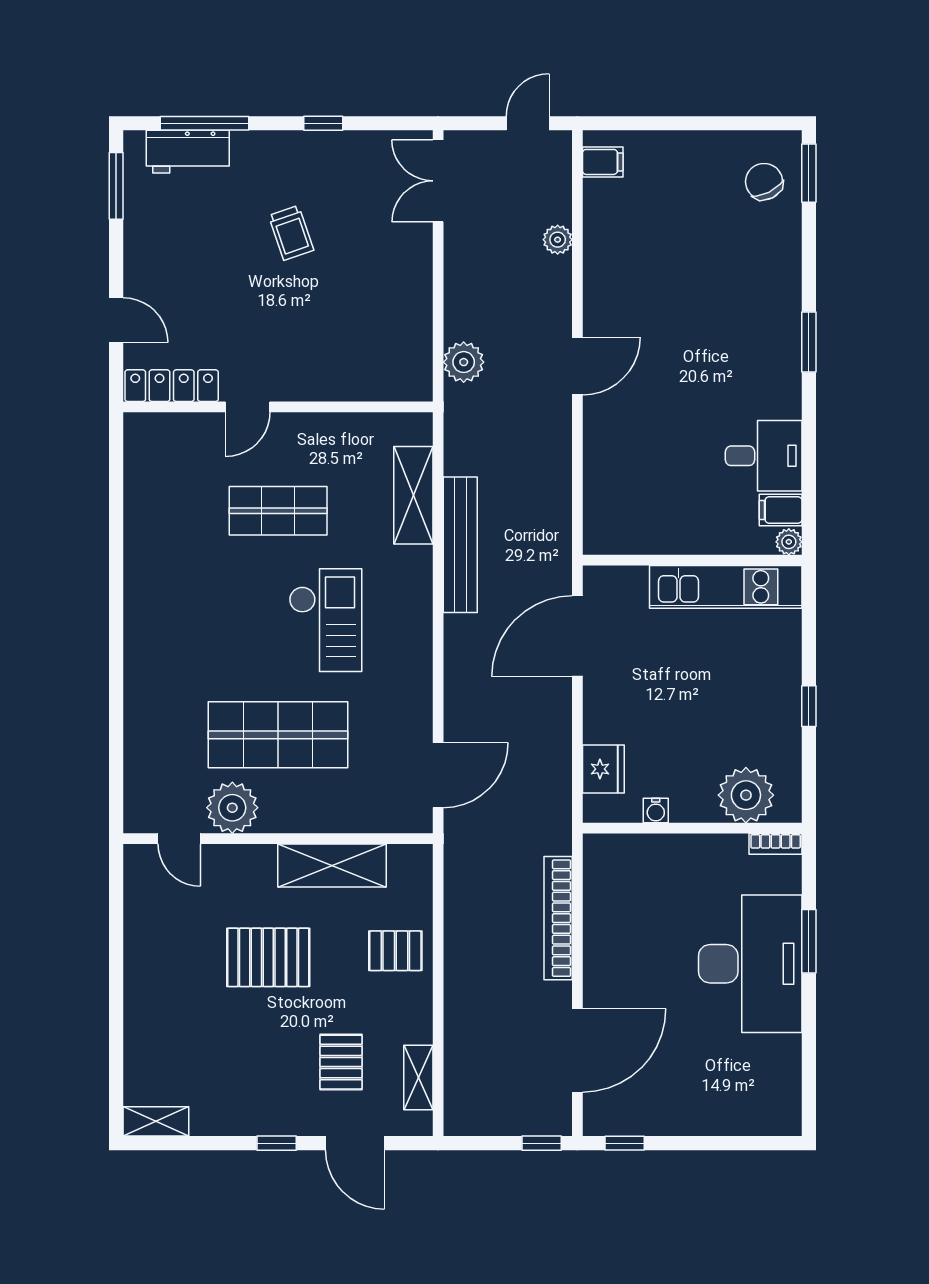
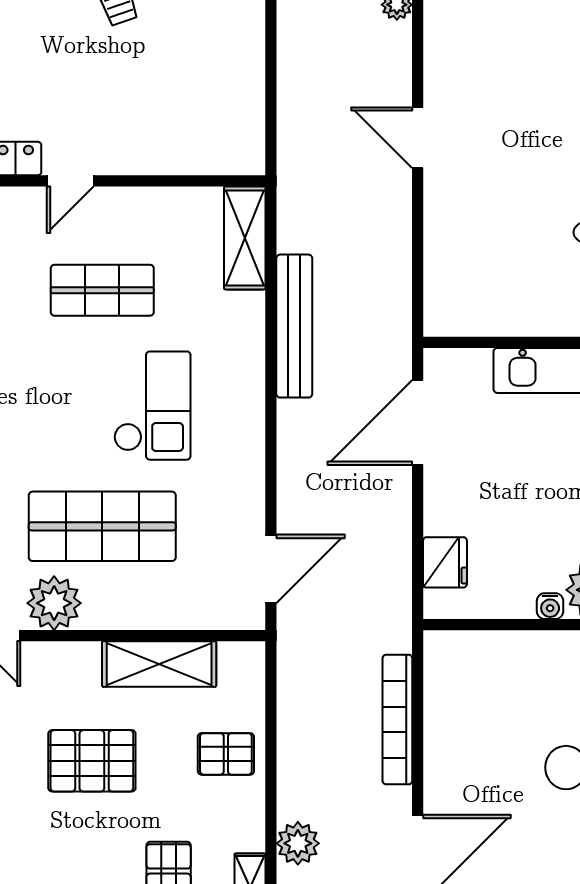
plant: (464, 362) -> (298, 843), moved
door: (577, 366) -> (418, 138), swing flipped
shelving: (413, 495) -> (245, 238), moved
water cooler: (656, 811) -> (550, 606), moved

